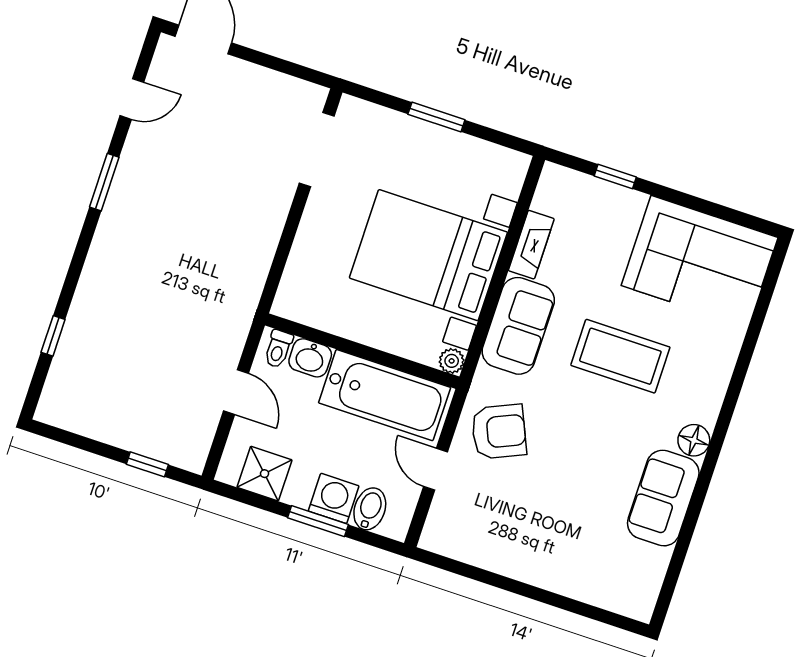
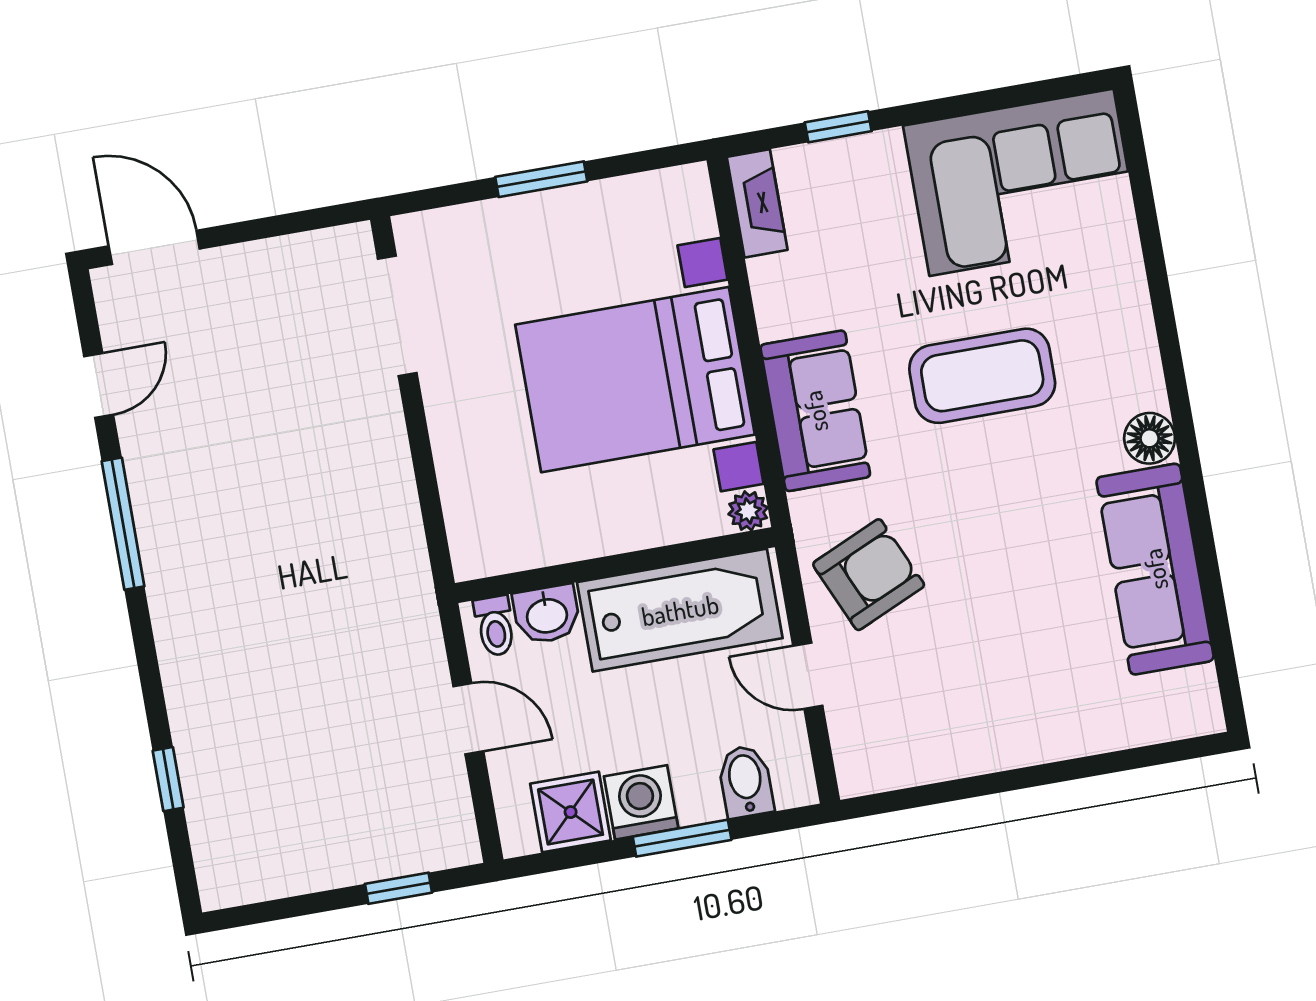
window: (104, 182) -> (123, 524), width x1.44
fireplace: (531, 245) -> (757, 203), moved
washing machine: (334, 498) -> (641, 802), moved
sofa: (663, 498) -> (1155, 569), width x1.36

